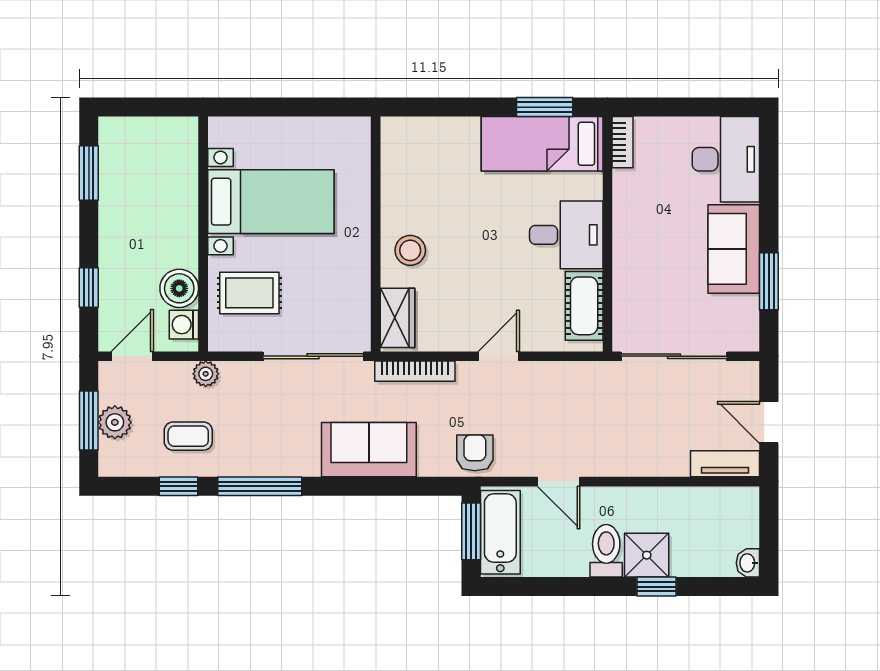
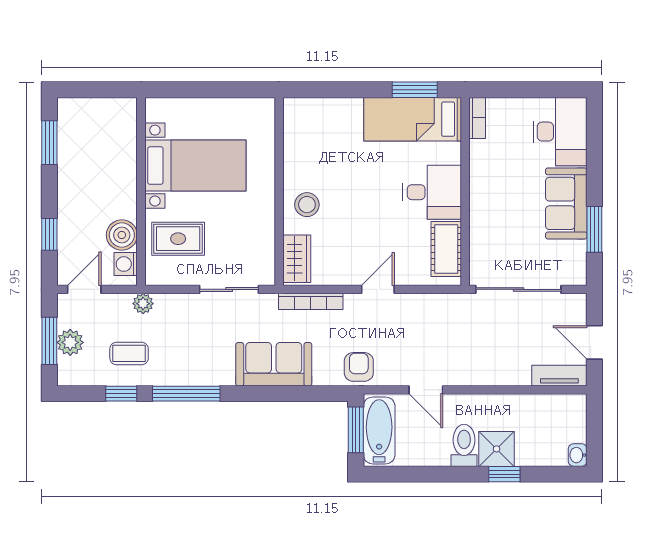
sliding door: (313, 356) -> (229, 289), width x0.73

